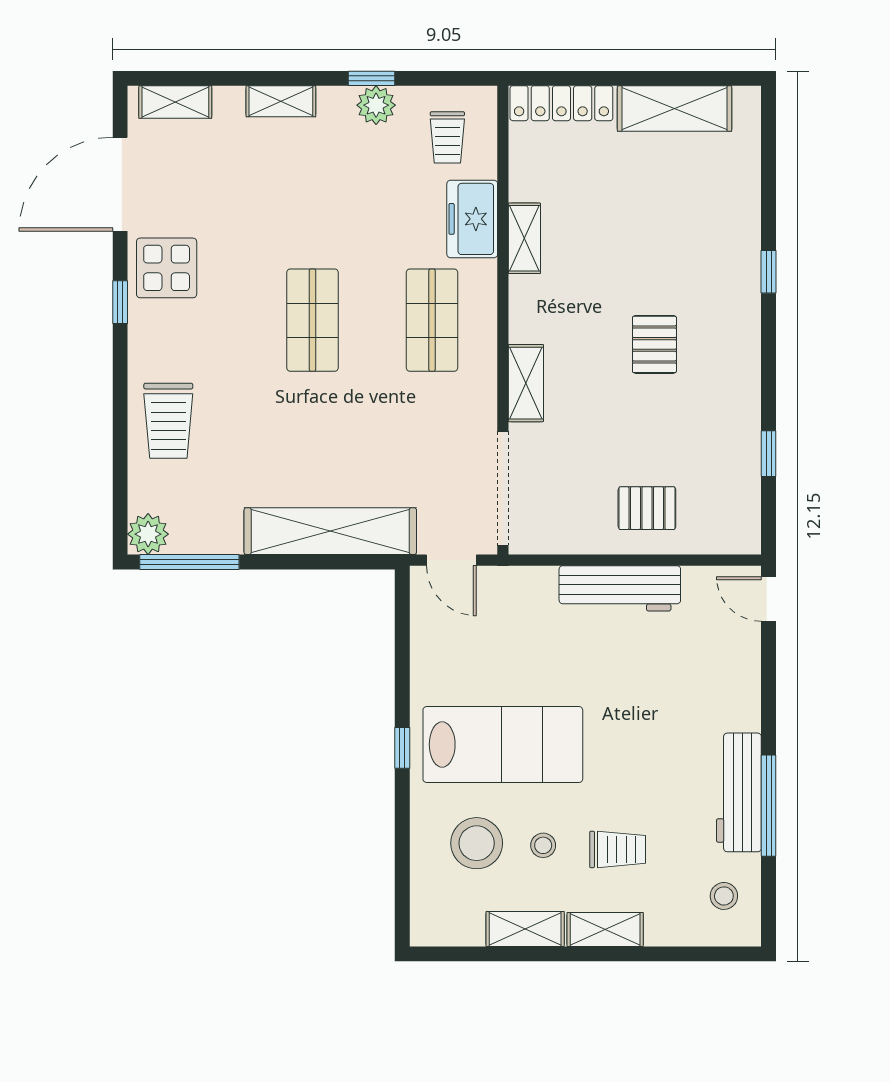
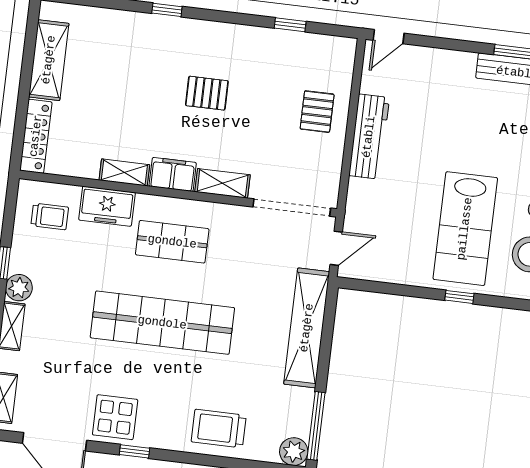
plant: (376, 105) -> (19, 288), moved
filing cabinet: (530, 309) -> (173, 174), added
shop shelf: (312, 320) -> (162, 323), width x2.00, depth x1.36
trolley: (168, 421) -> (219, 429), turned 180
lab bench: (503, 745) -> (465, 229), turned 180

